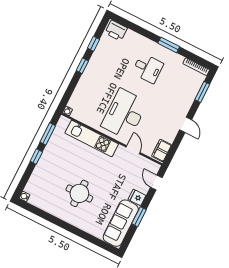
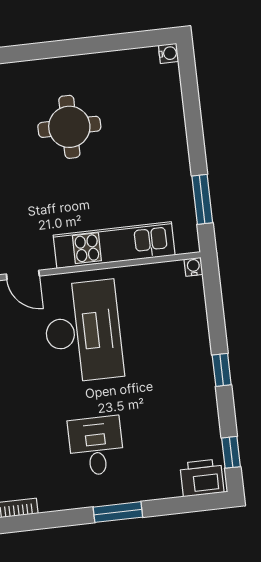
window: (94, 44) -> (231, 452), moved
window: (169, 45) -> (118, 512), moved
desk: (148, 68) -> (96, 446), turned 90
window: (36, 156) -> (196, 143), removed

